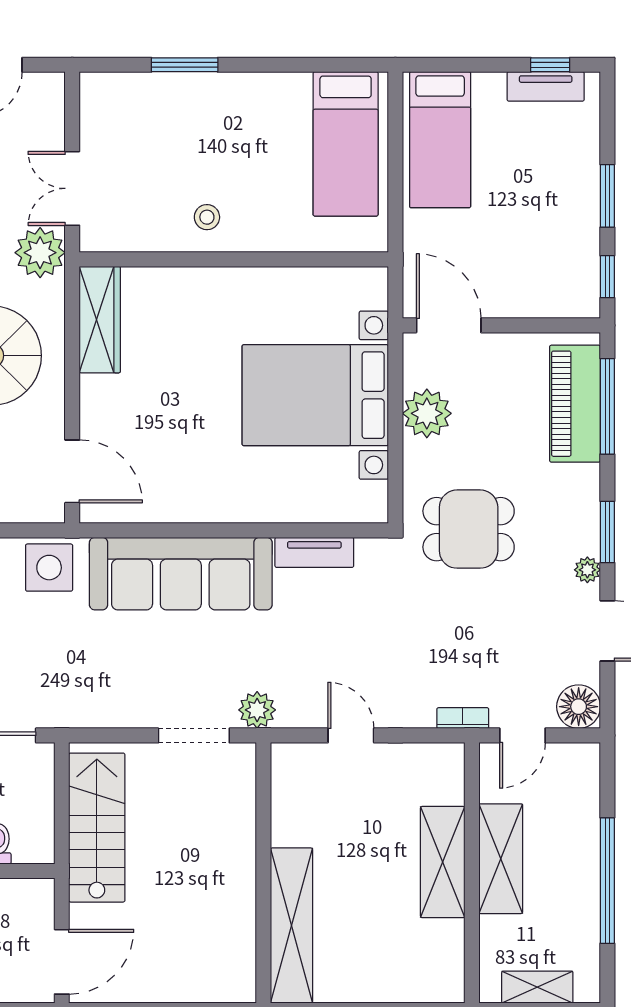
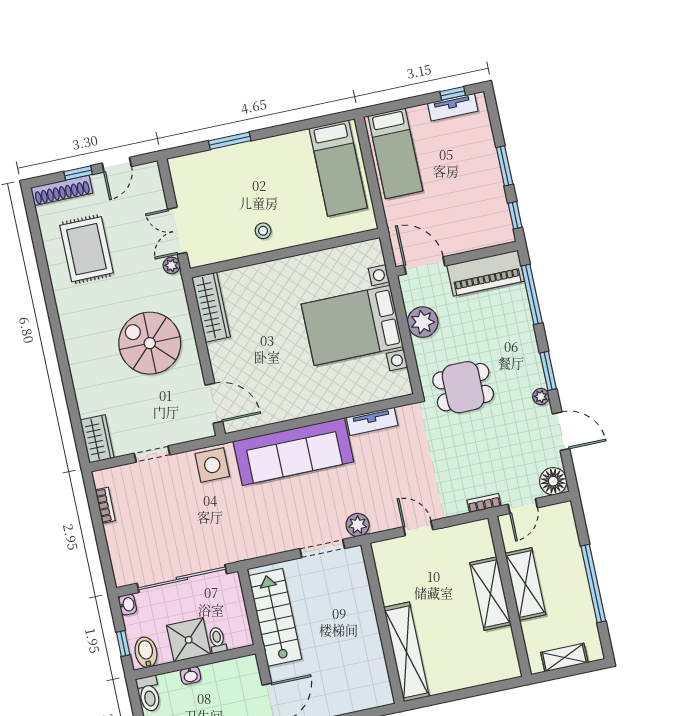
plant: (40, 253) -> (172, 265), width x0.53, depth x0.53
piano: (575, 404) -> (486, 273), moved, turned -90

